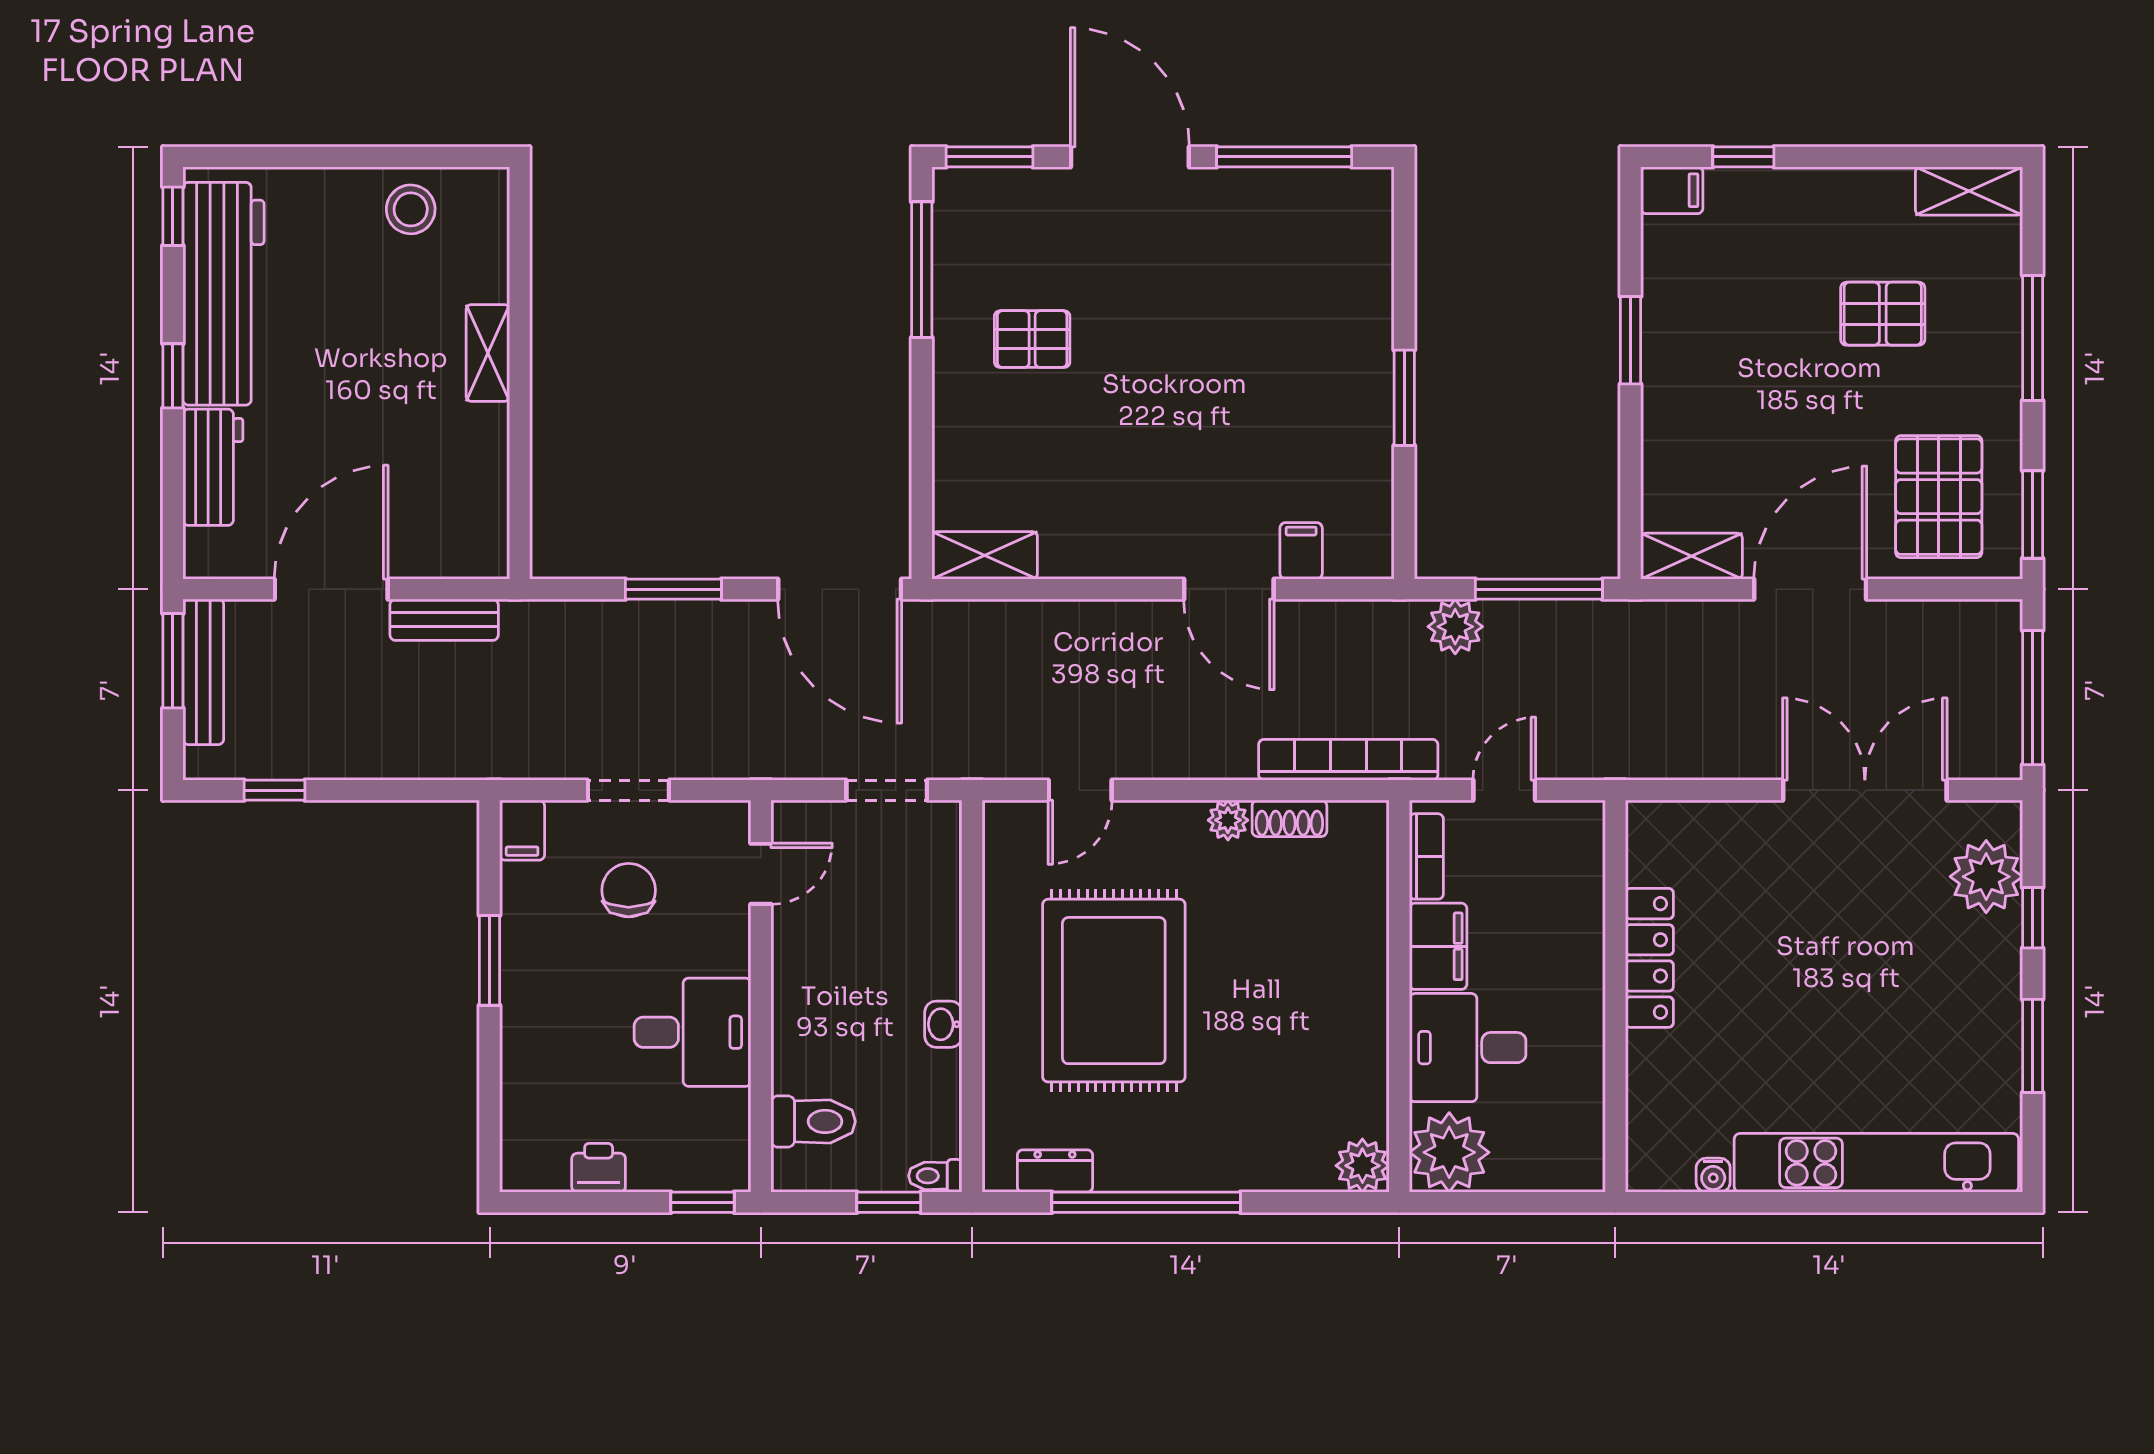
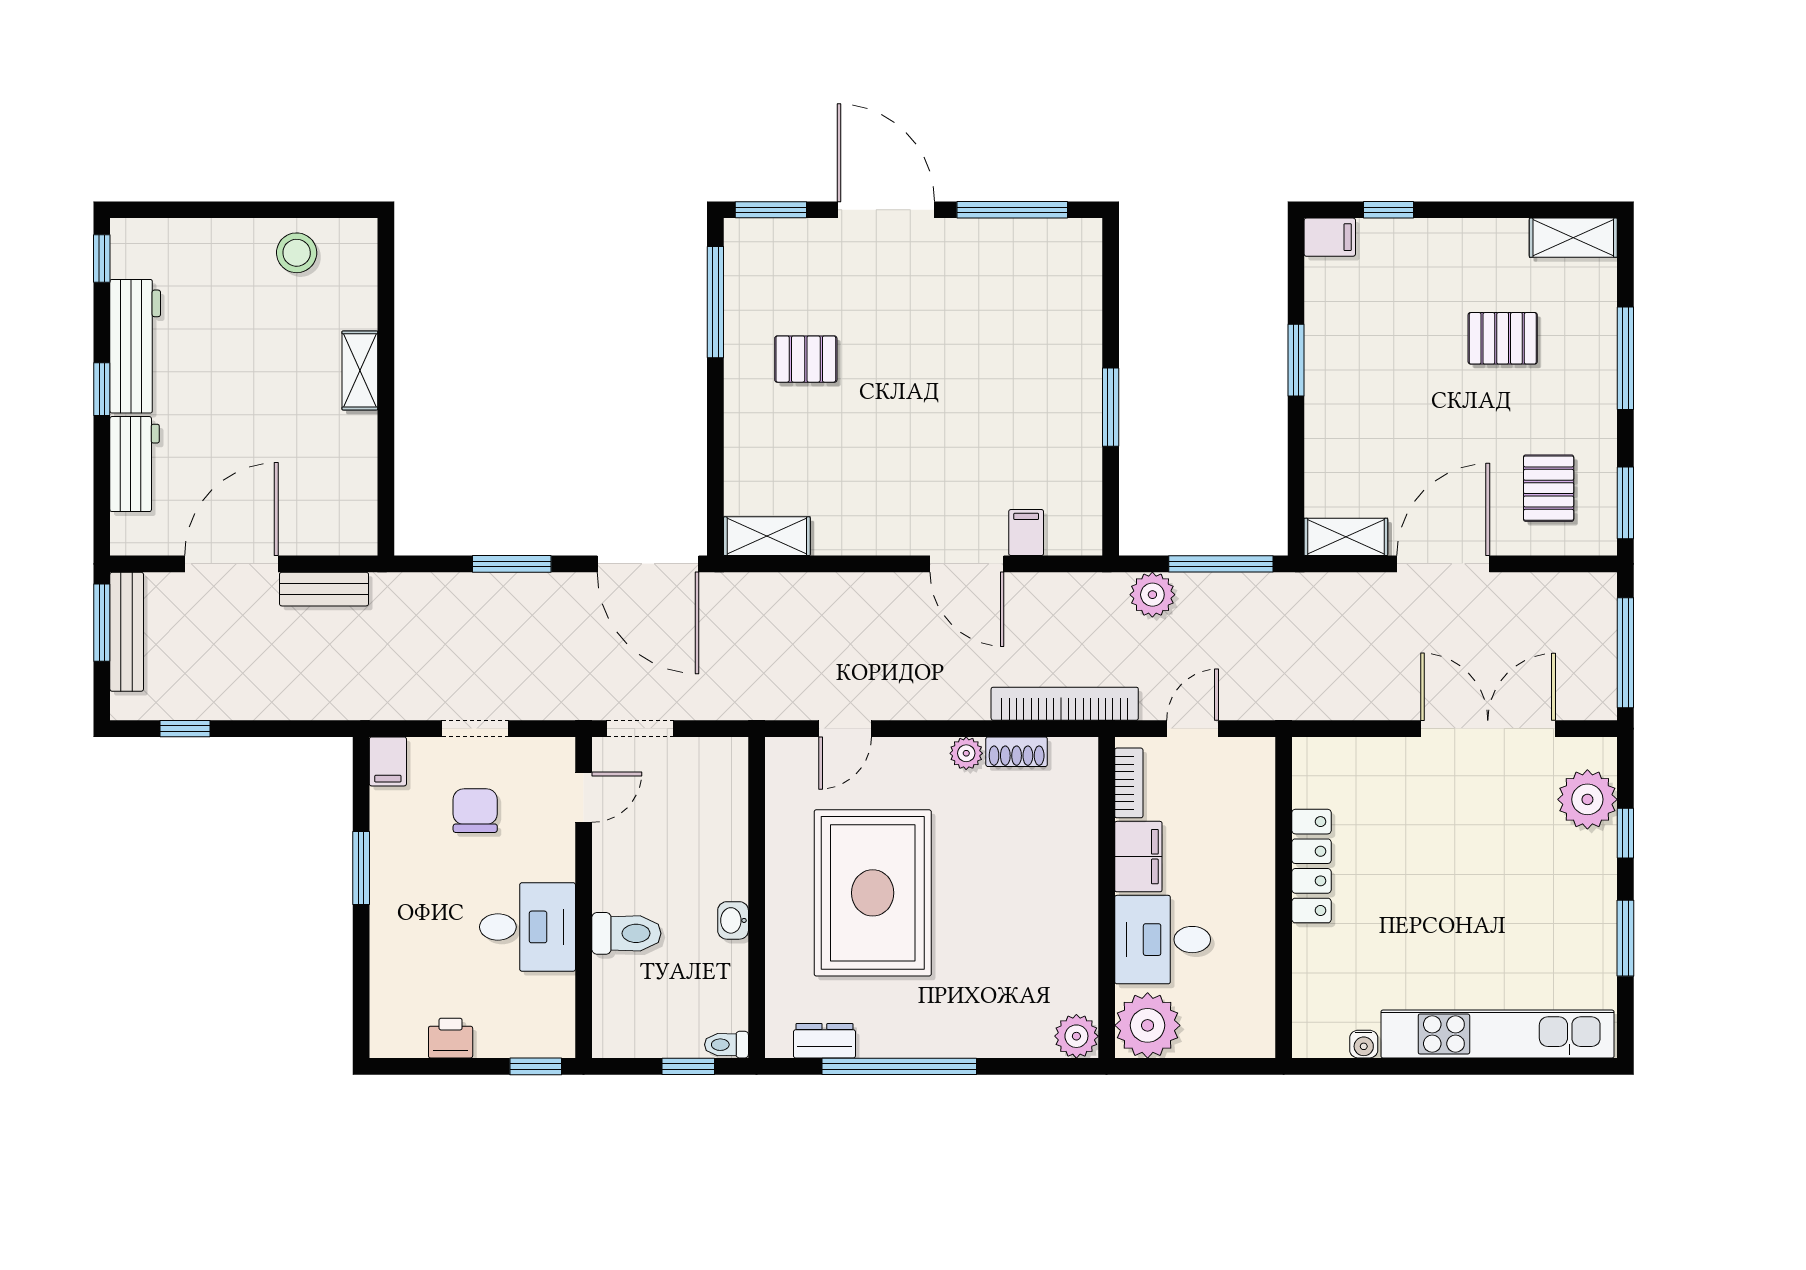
workbench: (224, 294) -> (135, 346), width x0.73, depth x0.76
pallet: (1939, 497) -> (1549, 488), width x0.67, depth x0.71
doorway: (887, 790) -> (640, 729), moved
toilet: (813, 1121) -> (626, 933), moved

